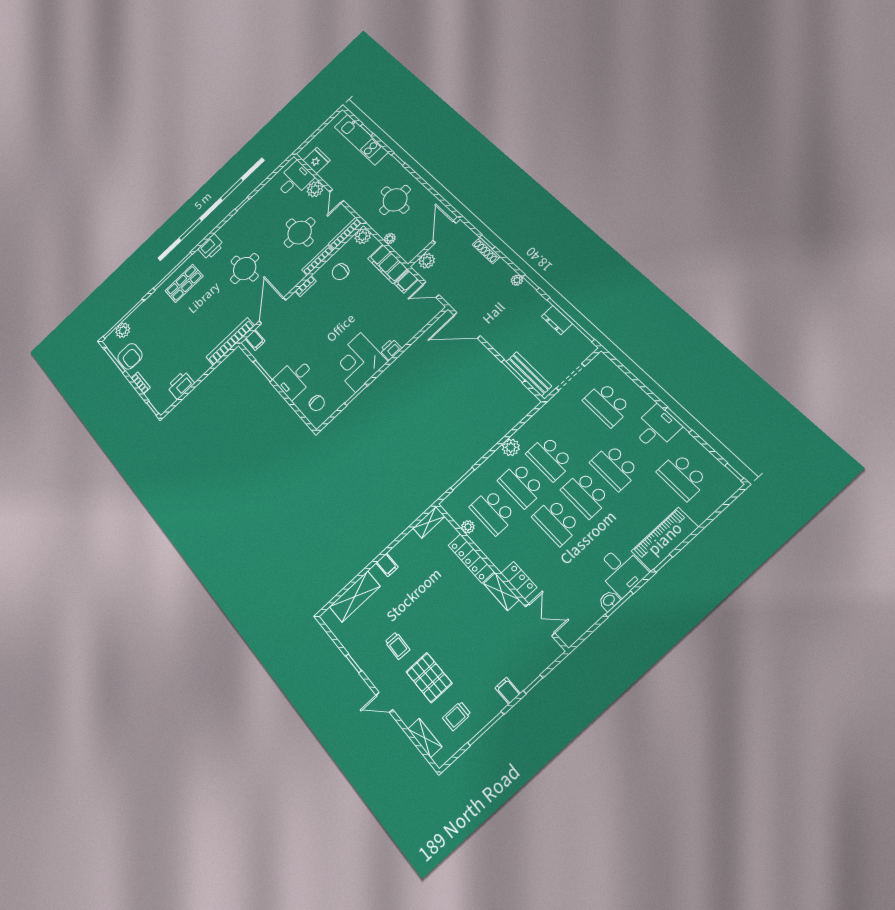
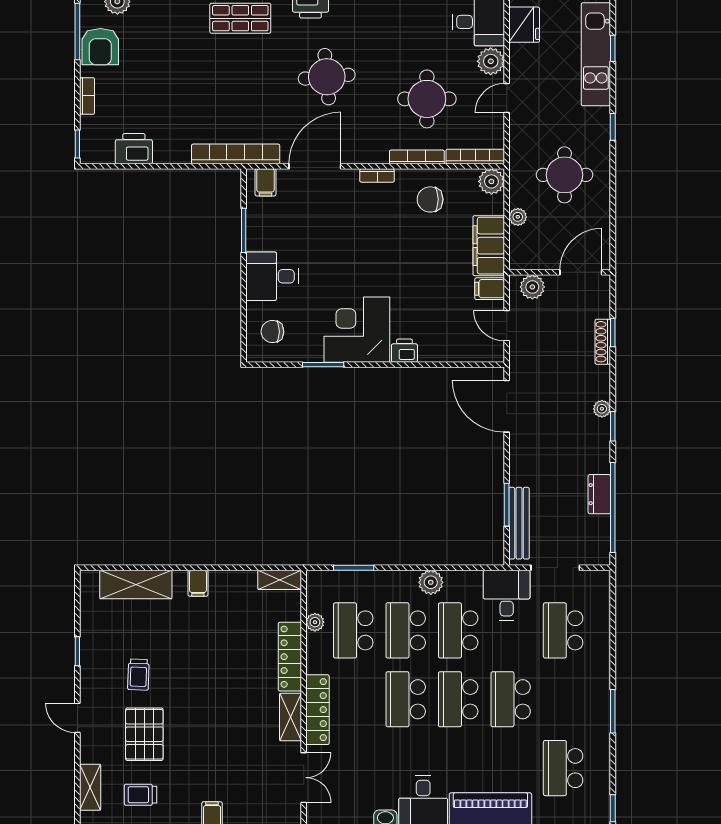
chair: (317, 403) -> (272, 332), turned 90
desk: (656, 428) -> (507, 595), moved, turned -90
locker: (519, 580) -> (317, 710), width x1.53

